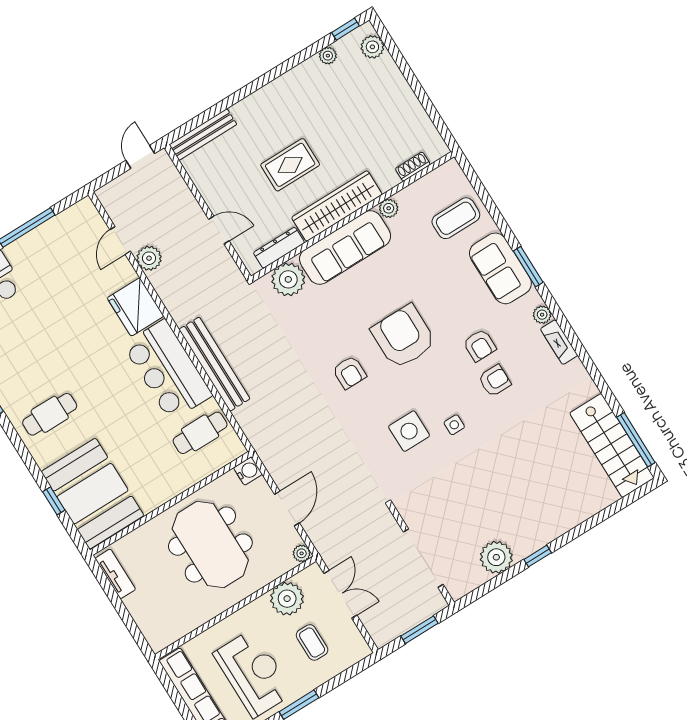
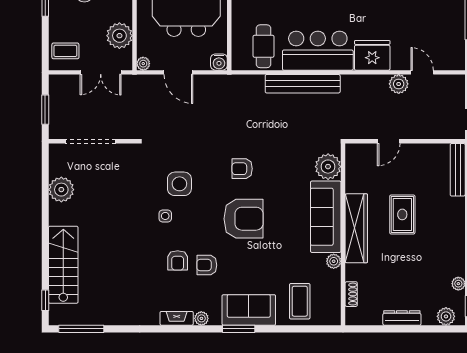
dresser: (279, 248) -> (402, 318), moved, turned -90
stairs: (612, 445) -> (63, 265), moved, turned 90
window: (538, 556) -> (45, 300), moved
coffee table: (312, 642) -> (65, 51), moved

